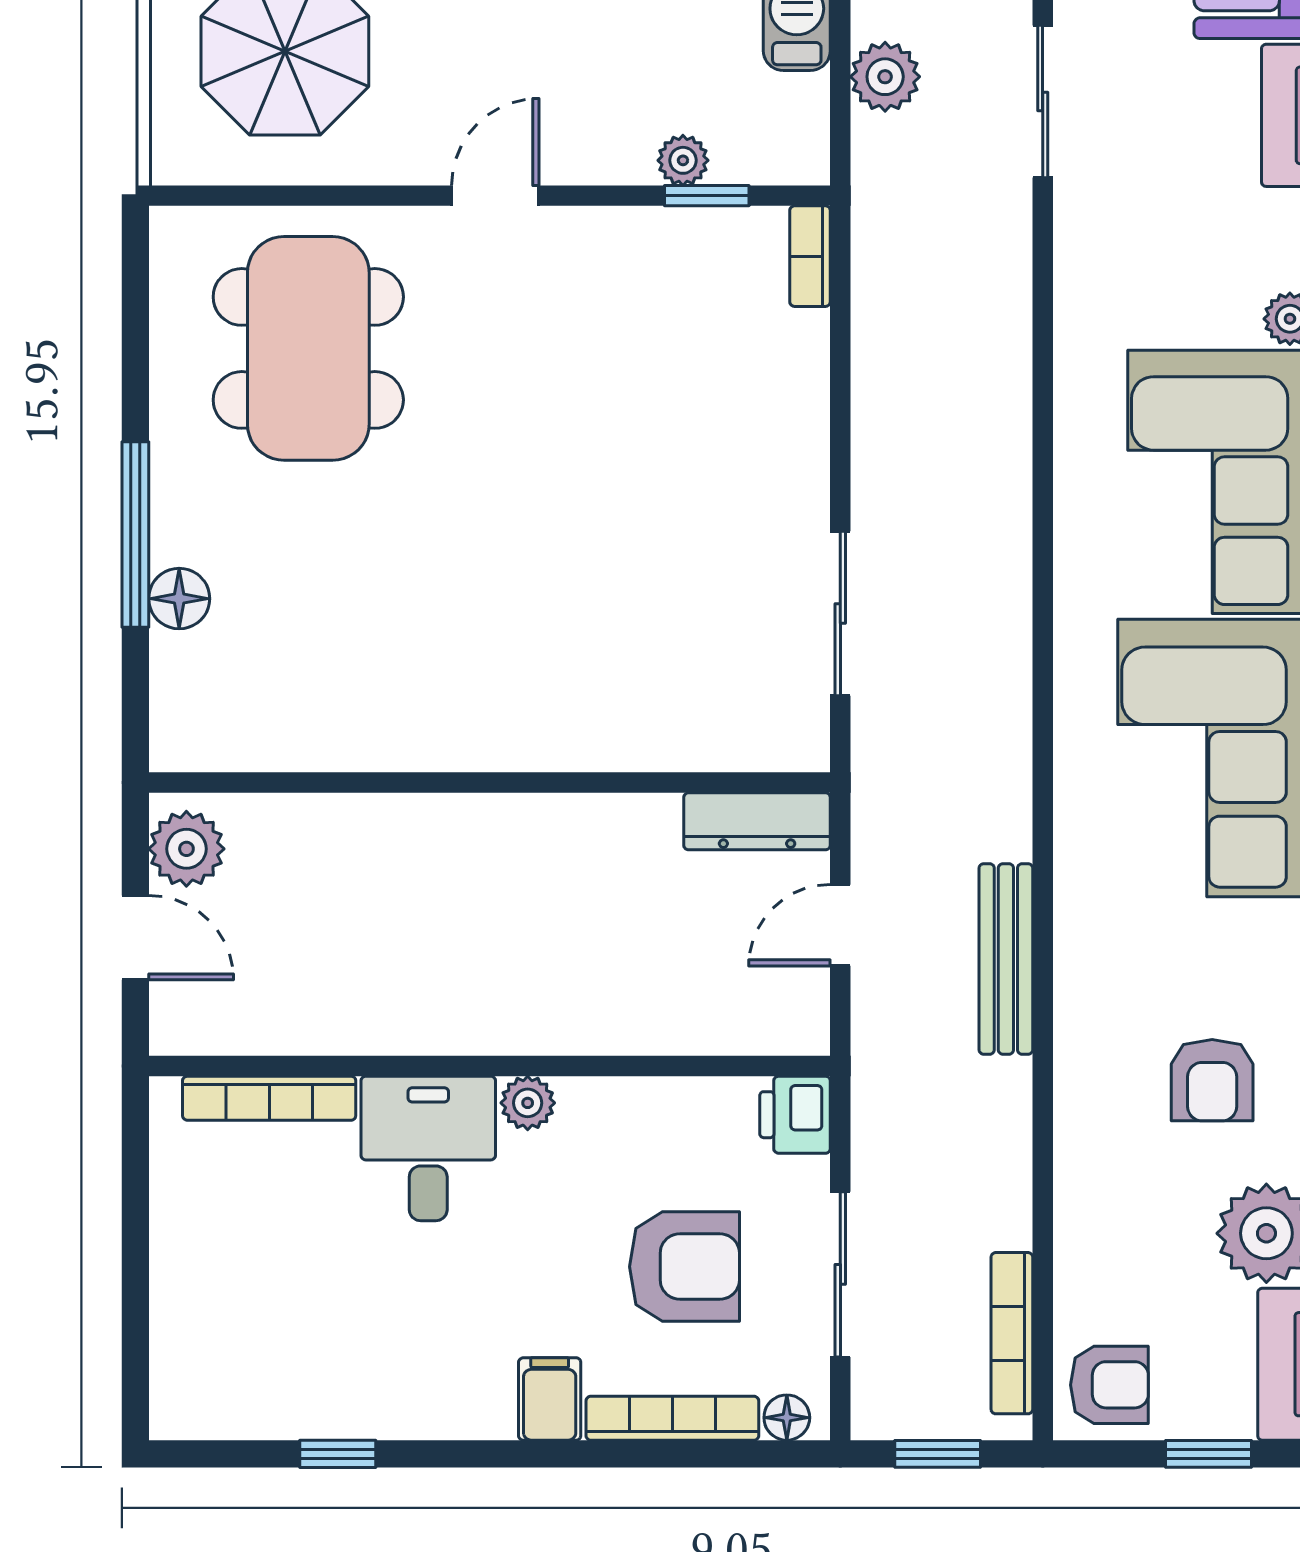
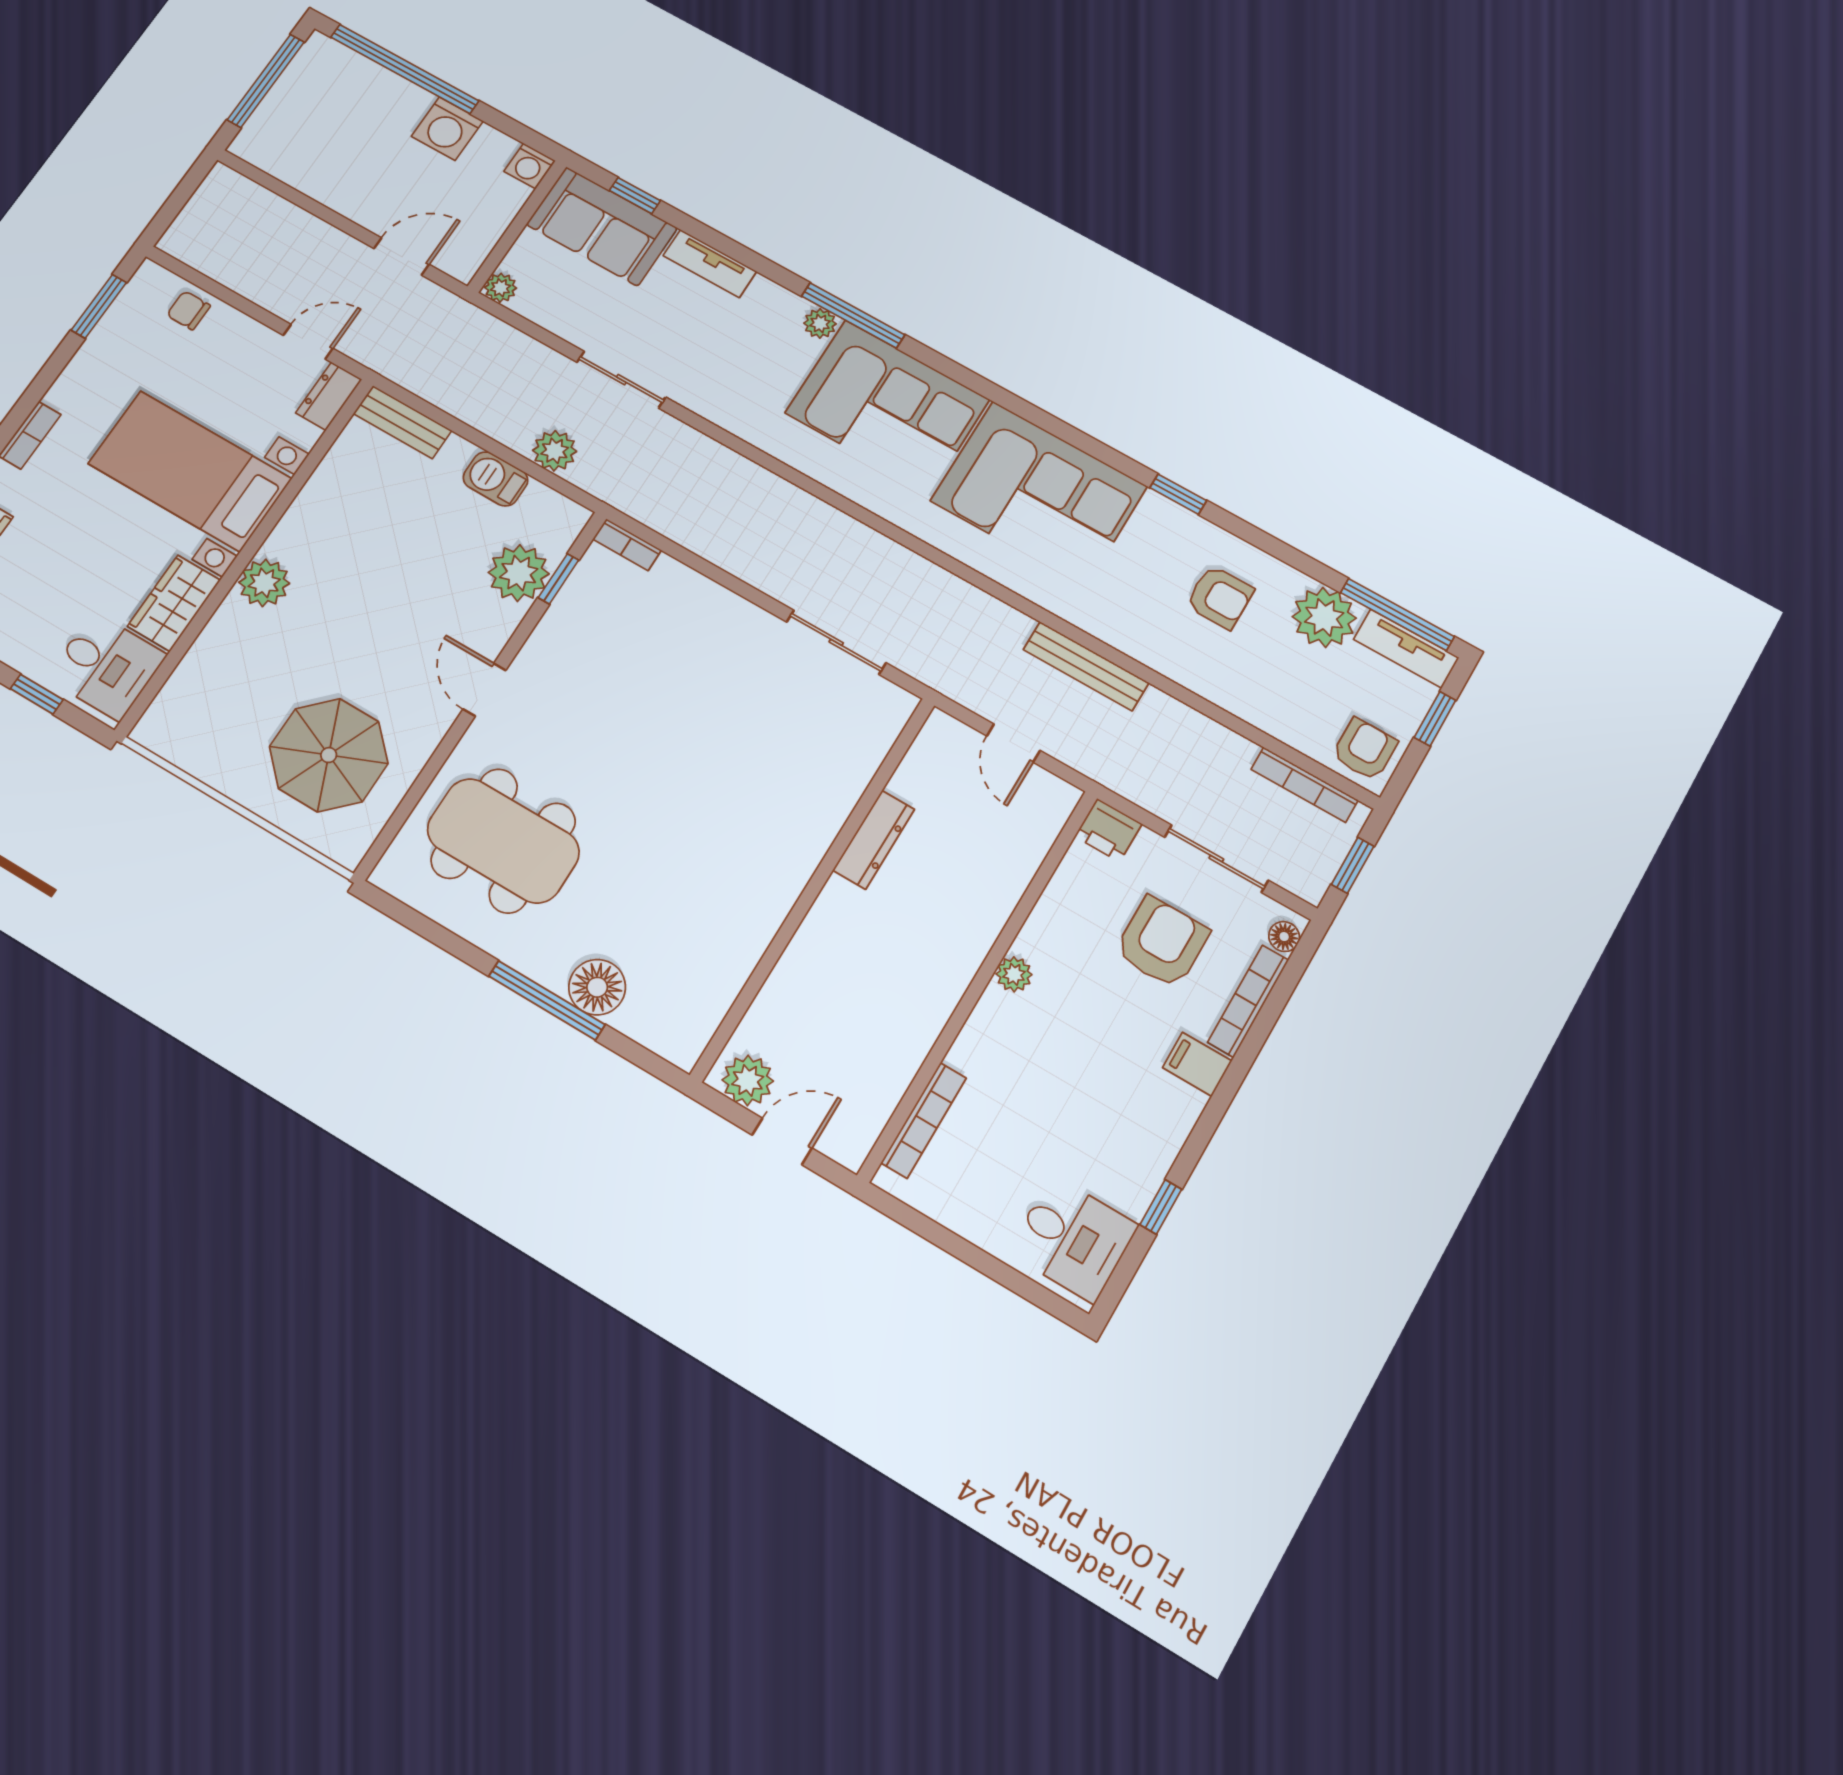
plant: (683, 160) -> (519, 573), width x1.87, depth x1.87
floor lamp: (179, 599) -> (597, 987), width x1.38, depth x1.38
dresser: (757, 821) -> (874, 840), moved
desk: (428, 1148) -> (1073, 1239), moved, turned 180

